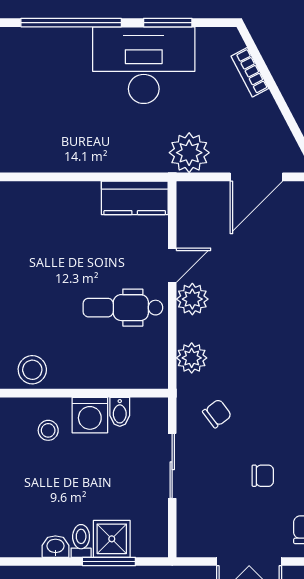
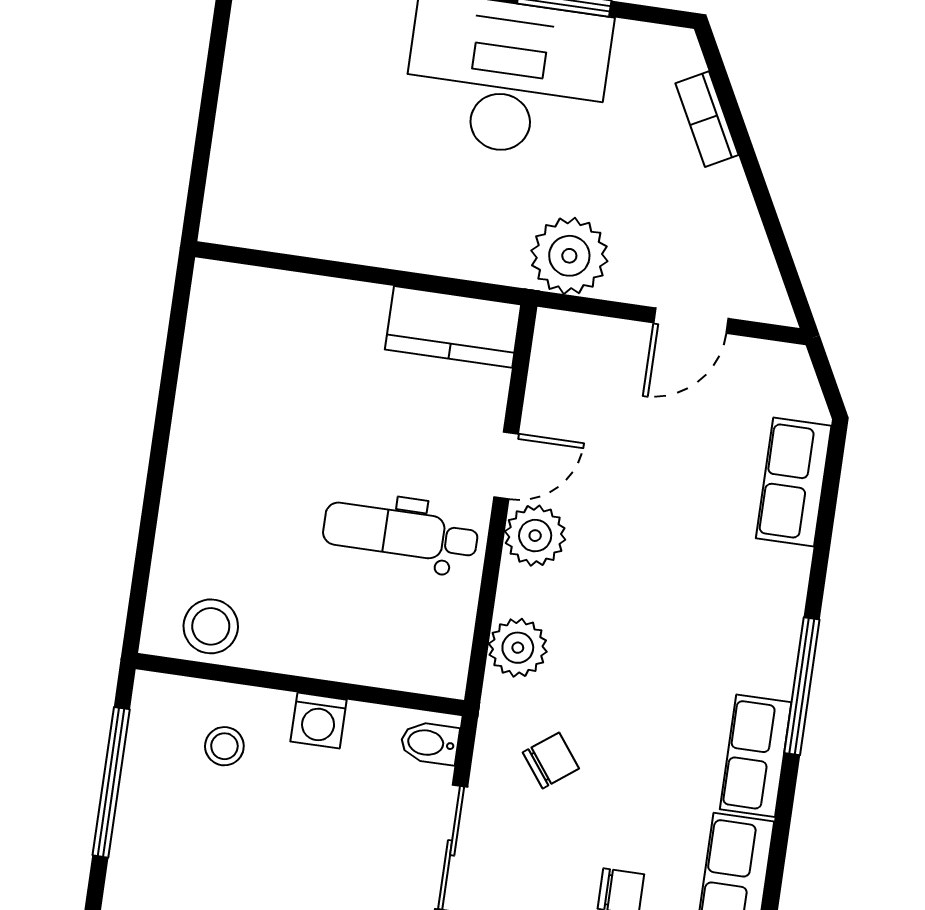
door: (256, 177) -> (691, 321), width x0.73
bidet: (120, 412) -> (430, 743), moved, turned 90
washing machine: (90, 415) -> (319, 721), width x0.73, depth x0.73

